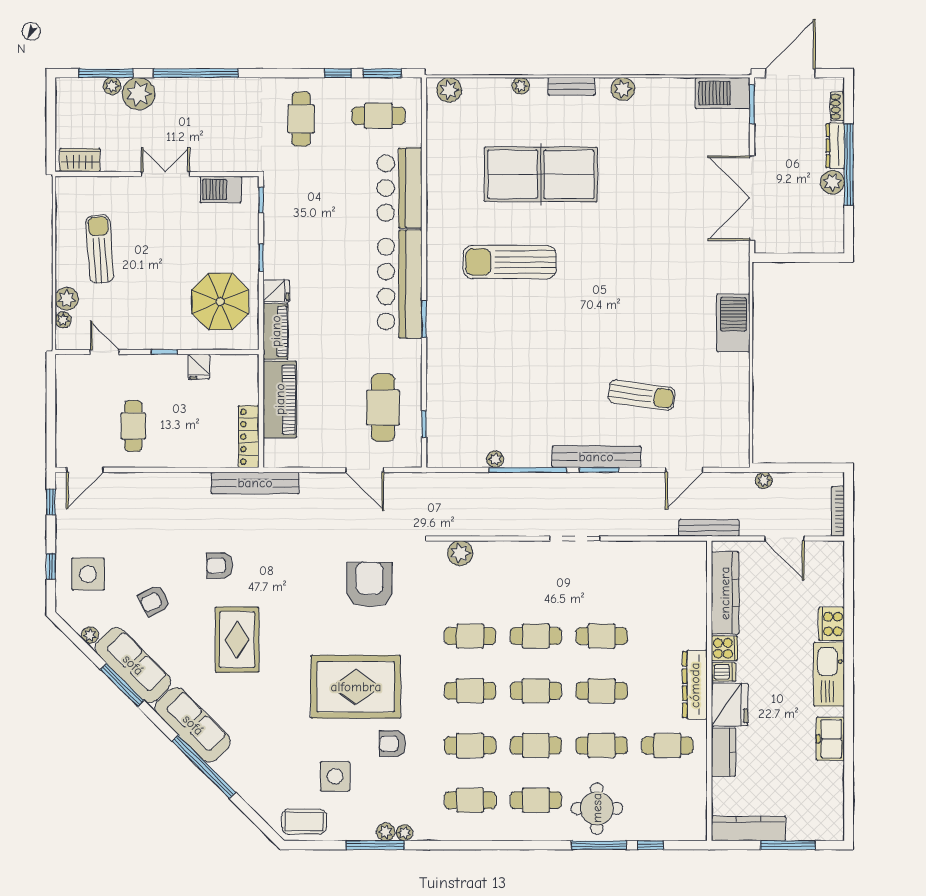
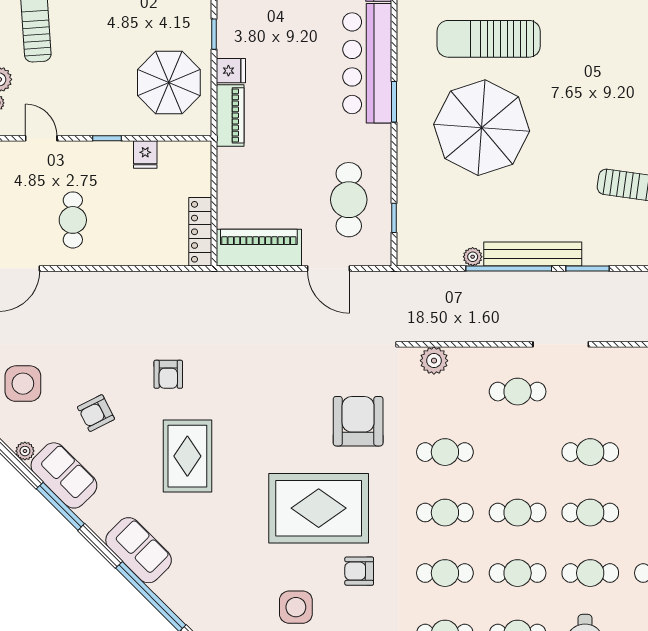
parasol: (503, 342) -> (482, 128), added
piano: (280, 399) -> (259, 248), moved, turned -90
bench: (596, 457) -> (533, 254), moved
bench: (255, 483) -> (207, 283), removed
armchair: (220, 566) -> (168, 374), turned -90
armchair: (369, 584) -> (358, 421), moved
cafe table: (536, 636) -> (518, 392), moved
sofa: (133, 665) -> (64, 475), width x0.73
sofa: (193, 725) -> (139, 550), width x0.73

